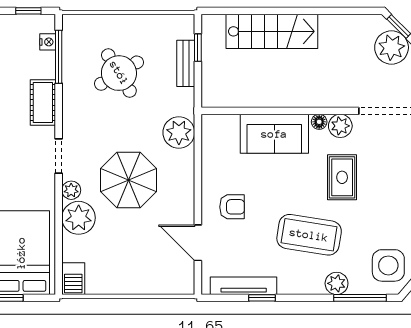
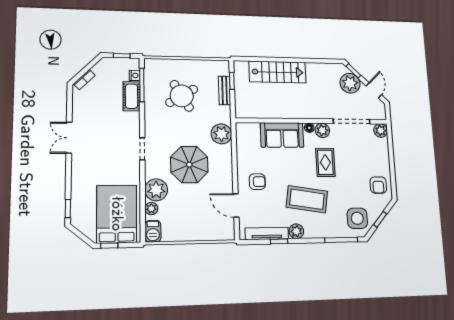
cot: (43, 103) -> (132, 96), moved
plant: (71, 190) -> (151, 209), moved
plant: (337, 283) -> (296, 231), moved

